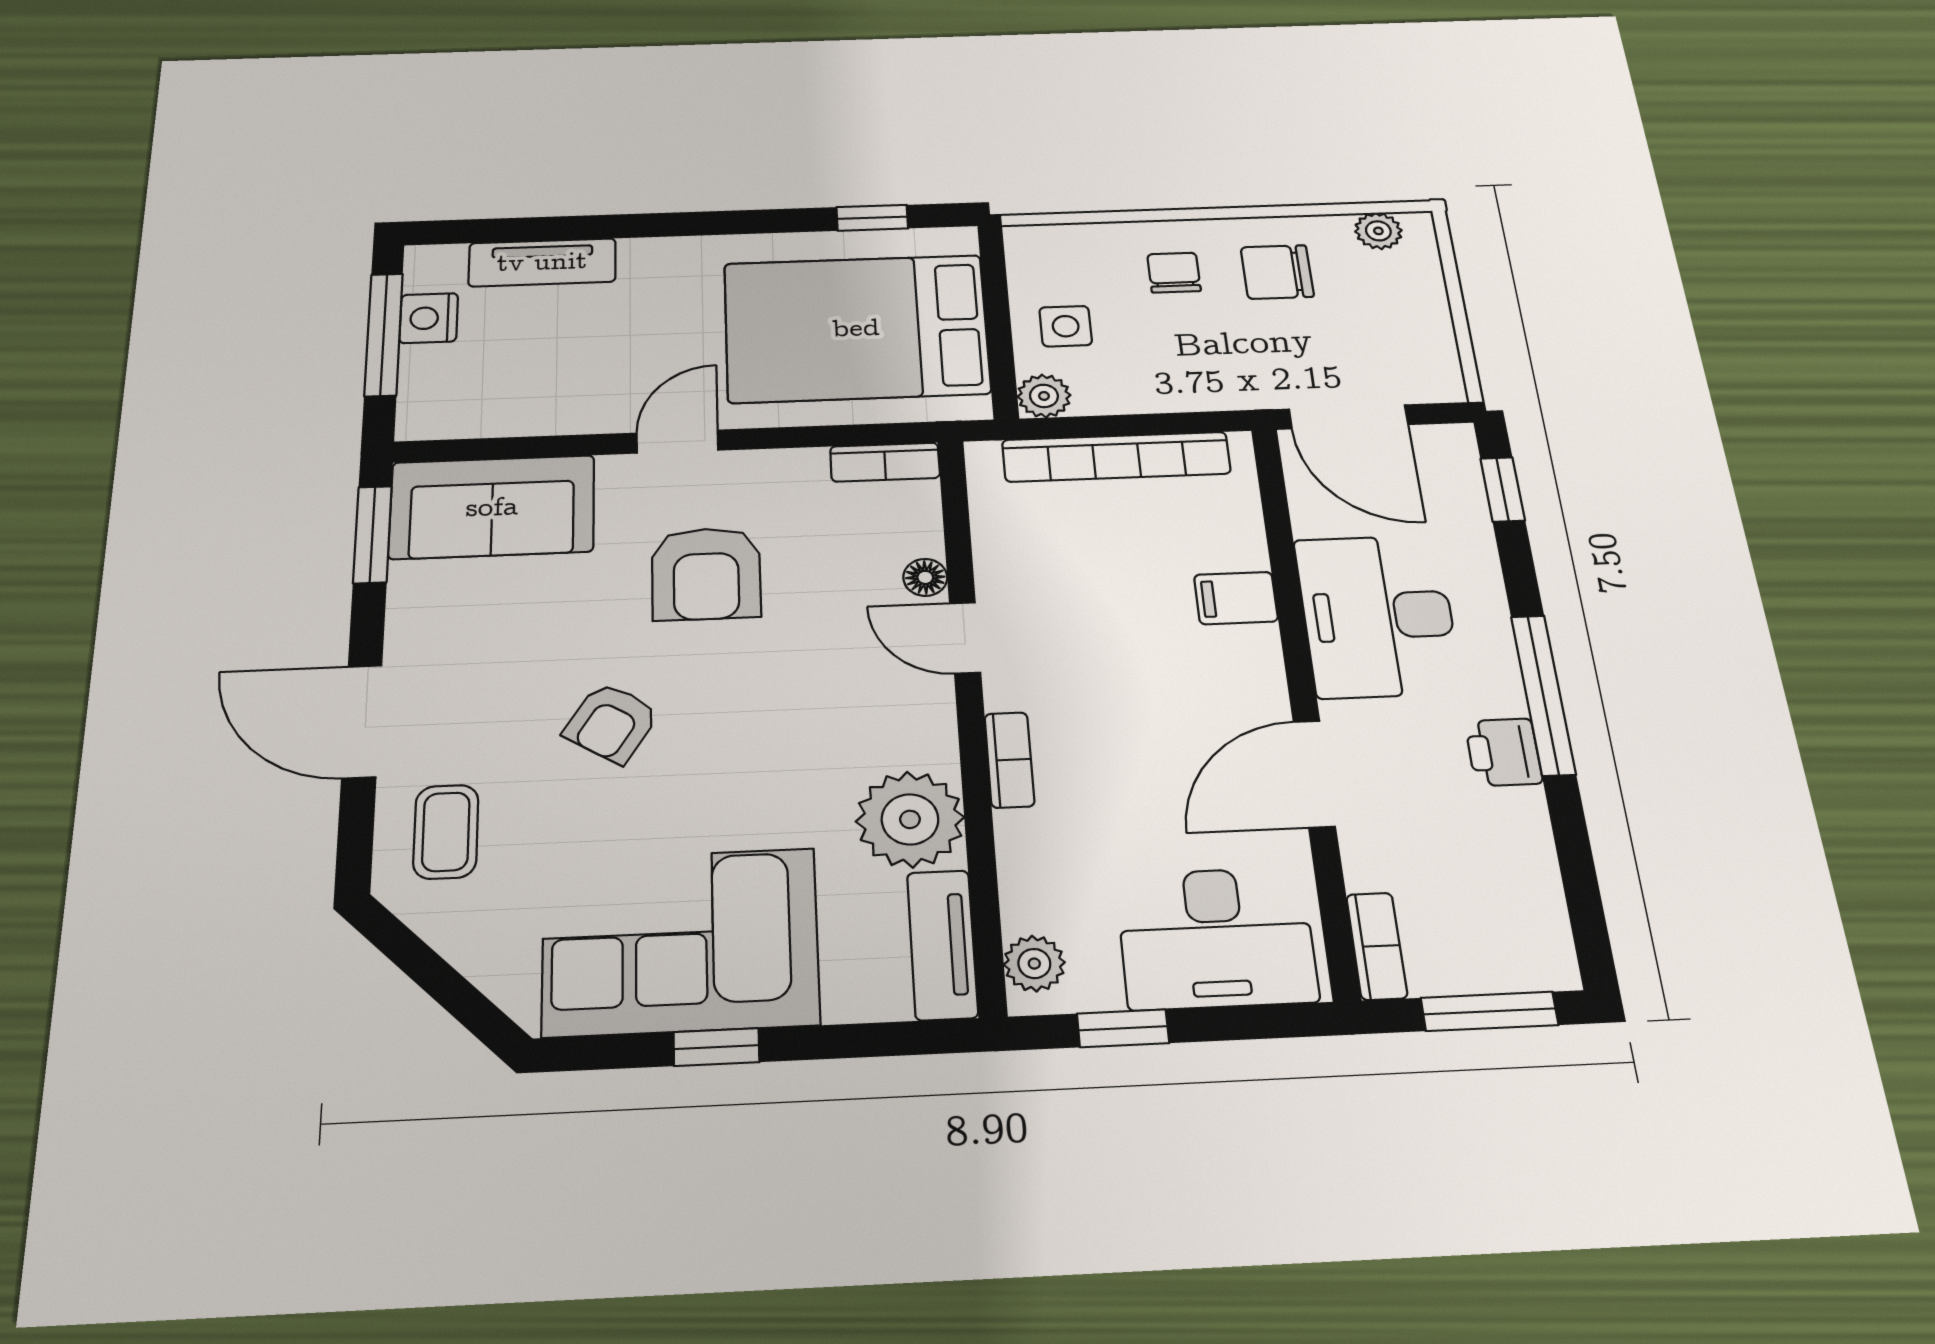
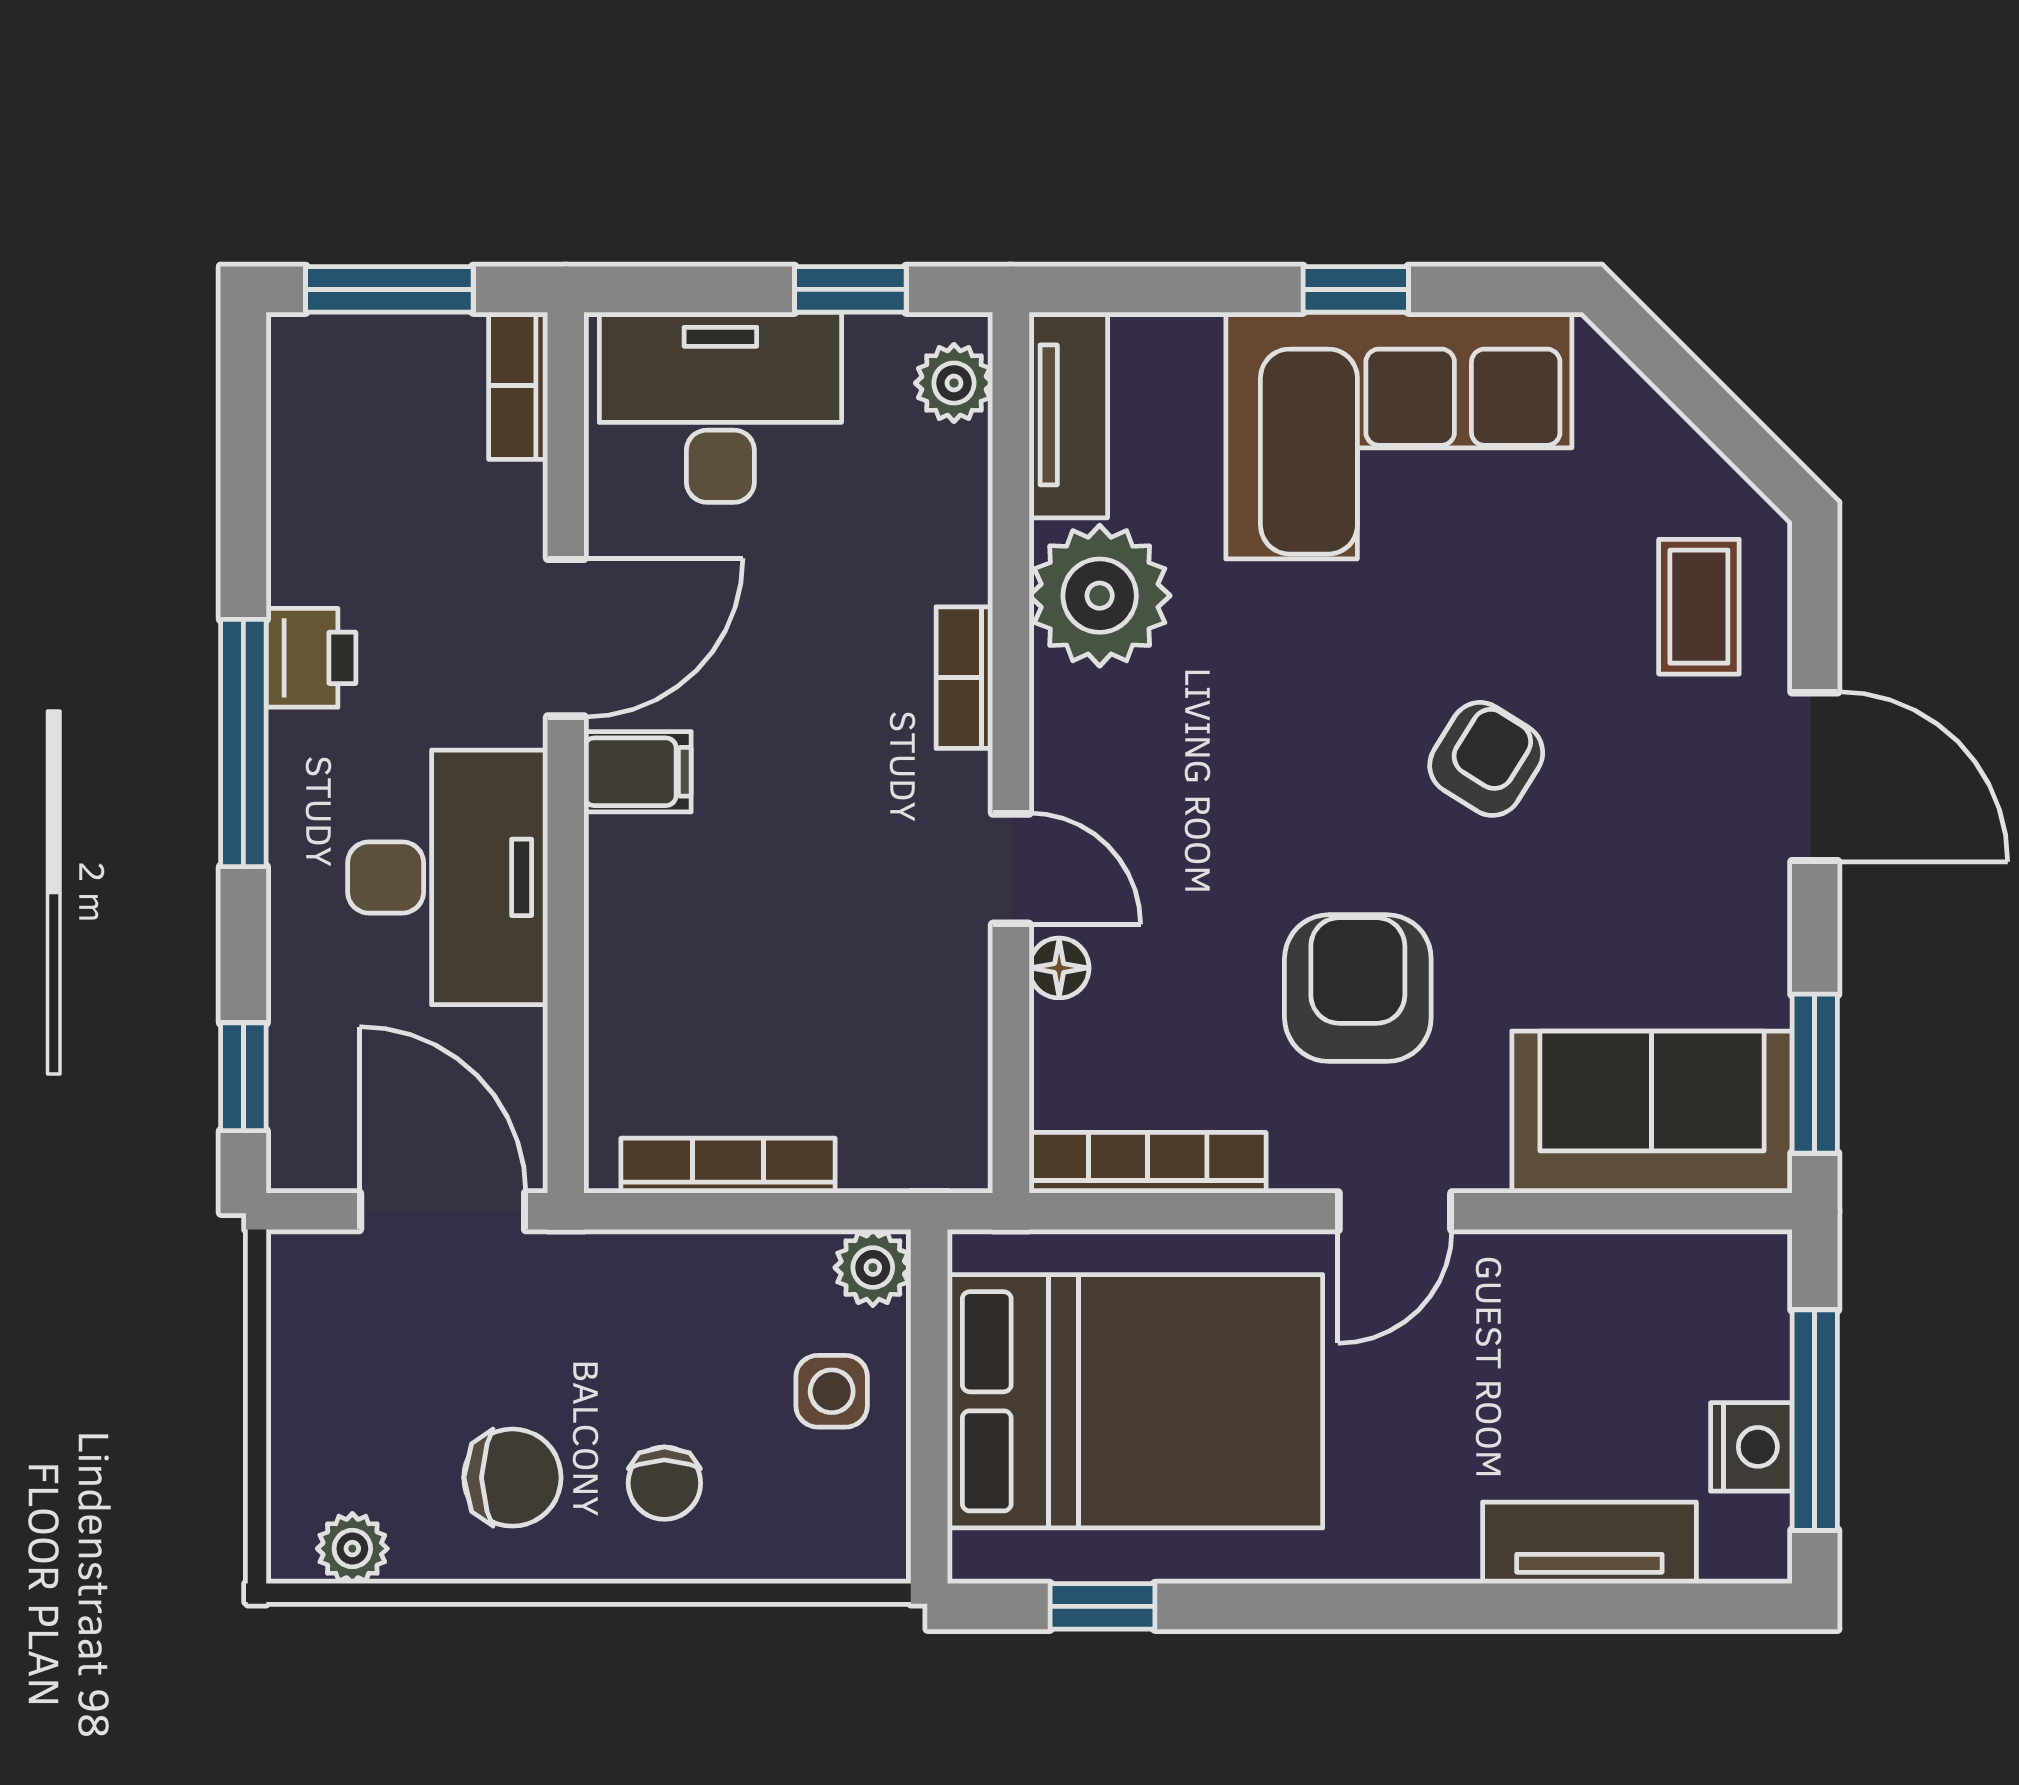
bookcase: (1116, 457) -> (728, 1166), width x0.68, depth x0.76
bookcase: (885, 462) -> (1148, 1163), width x1.56
filing cabinet: (1236, 598) -> (638, 772), moved

